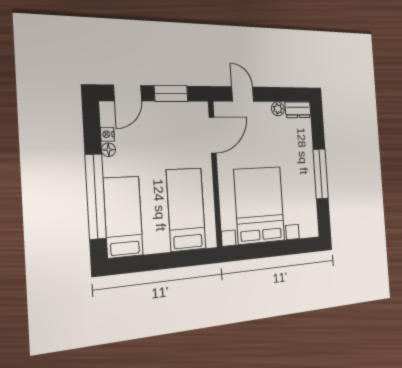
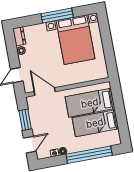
door: (128, 93) -> (30, 145), hinge flipped
bed with nightstands: (259, 205) -> (75, 40), moved, turned -90
bed: (123, 217) -> (95, 123), moved

